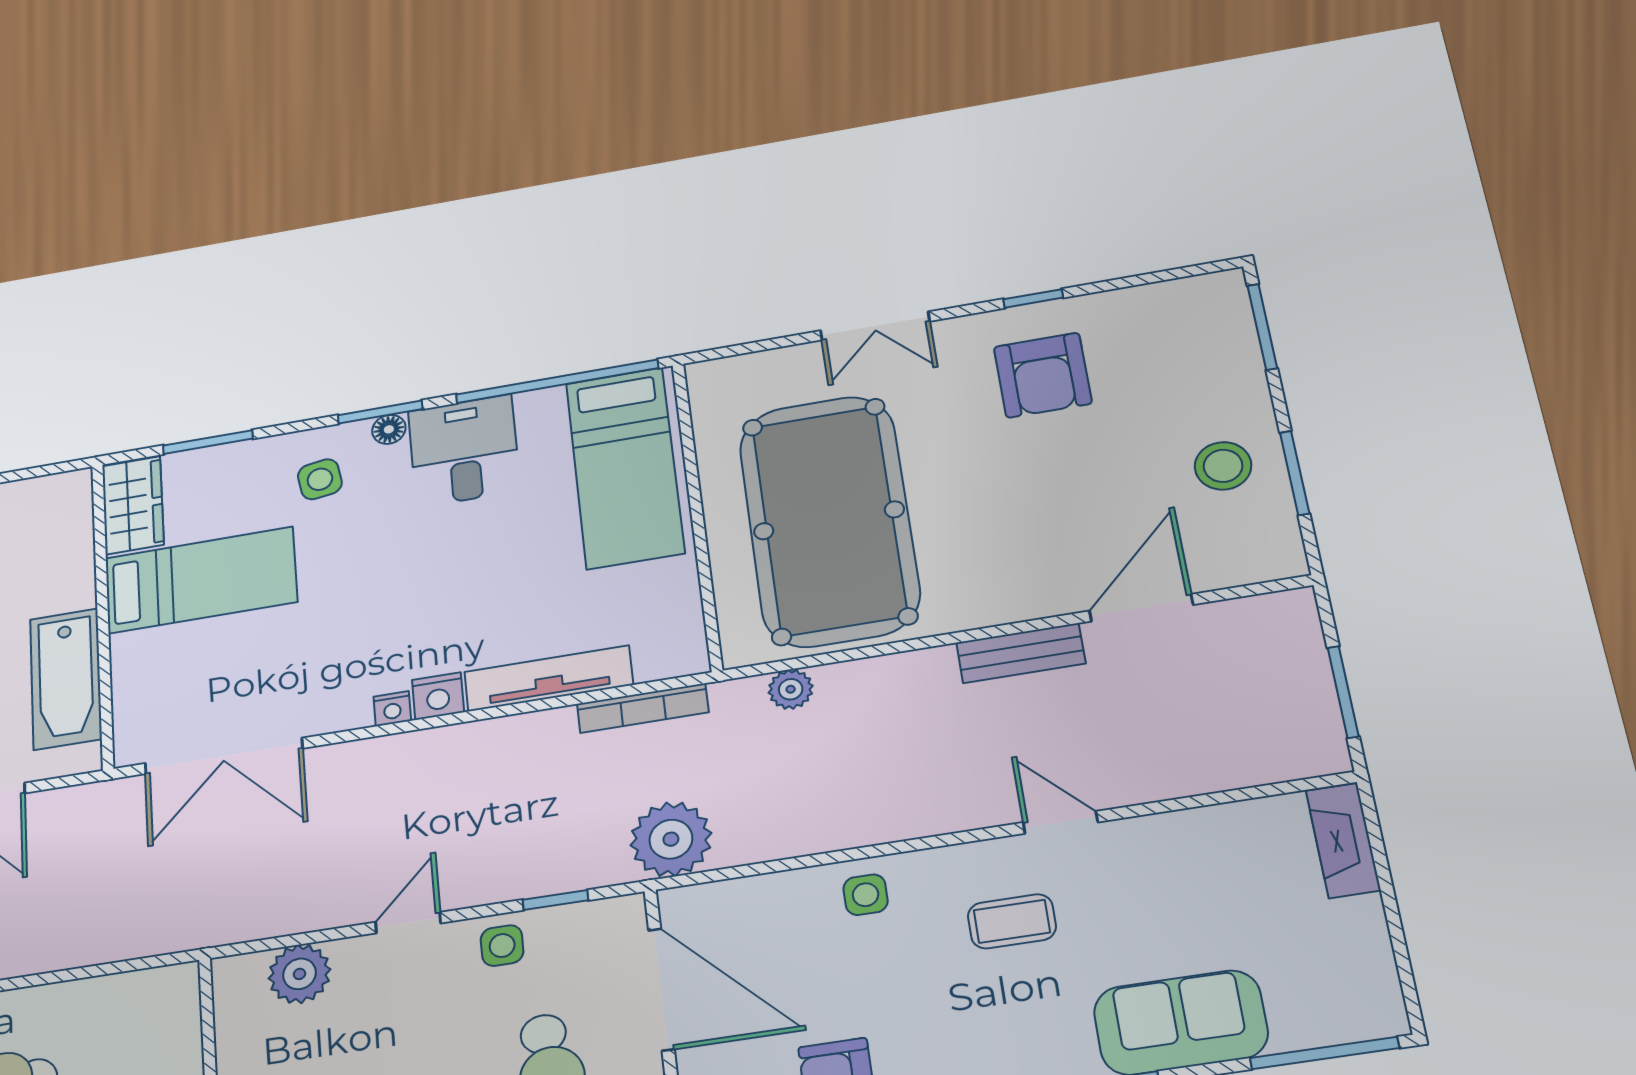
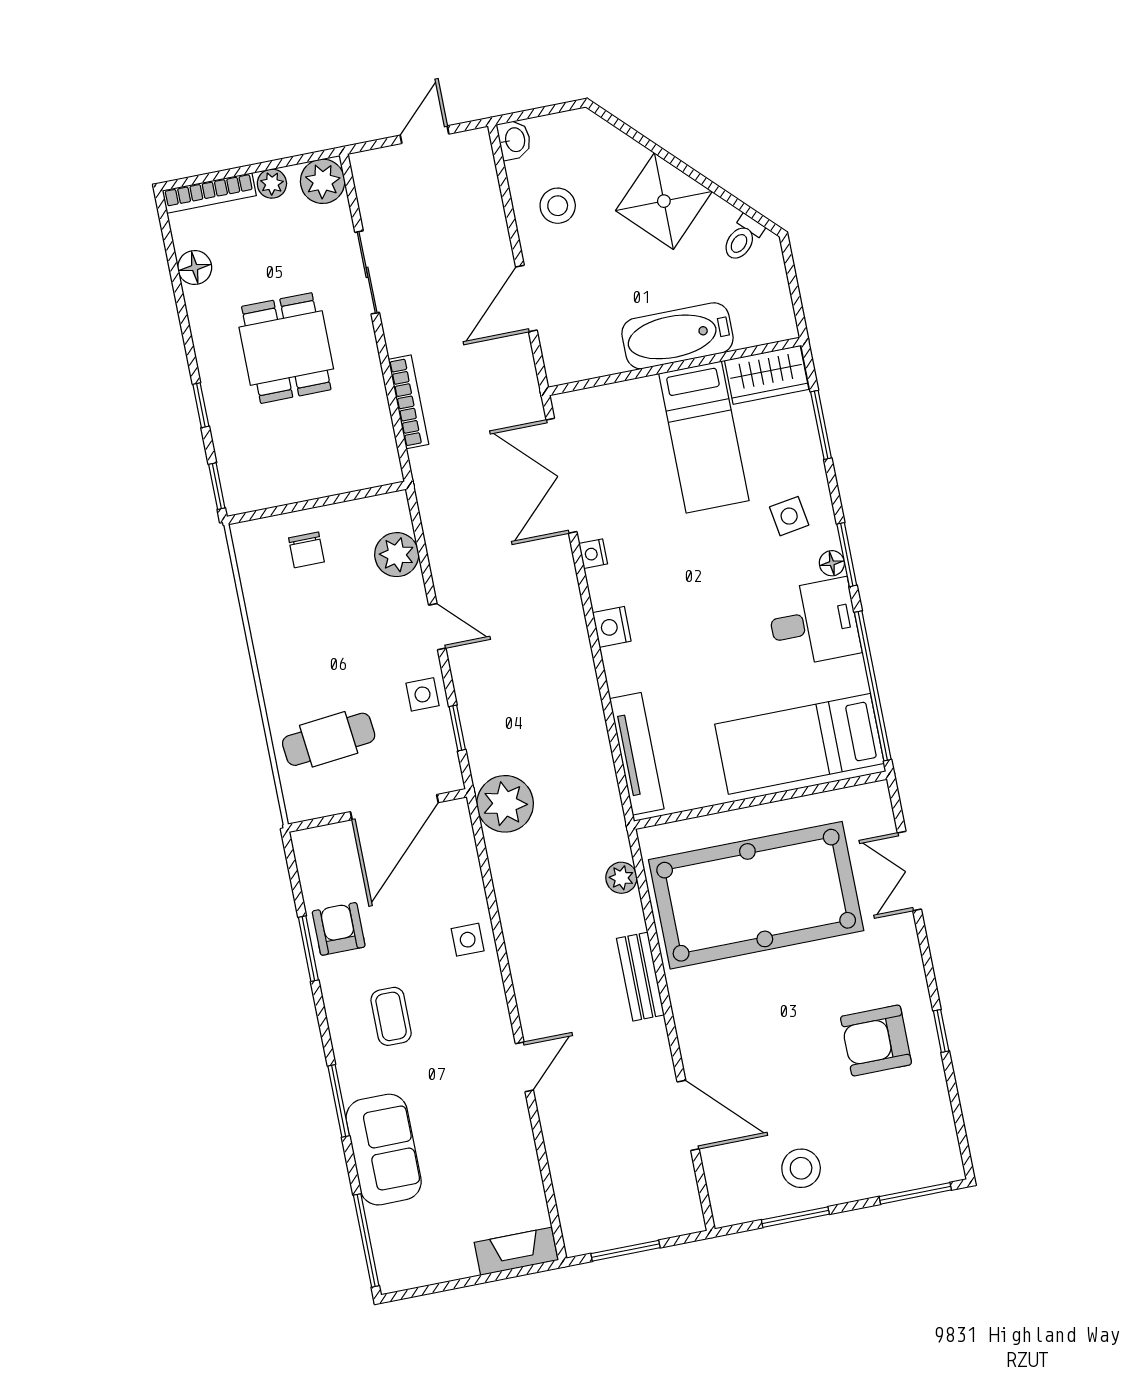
double door: (875, 326) -> (909, 871), moved
bench: (1021, 653) -> (640, 977), moved
tv unit: (549, 678) -> (637, 754), moved
bathtub: (66, 679) -> (677, 336), moved
bookcase: (643, 708) -> (408, 402), moved, turned 180
nightstand: (392, 709) -> (593, 554), moved
coffee table: (1012, 921) -> (391, 1016), moved

